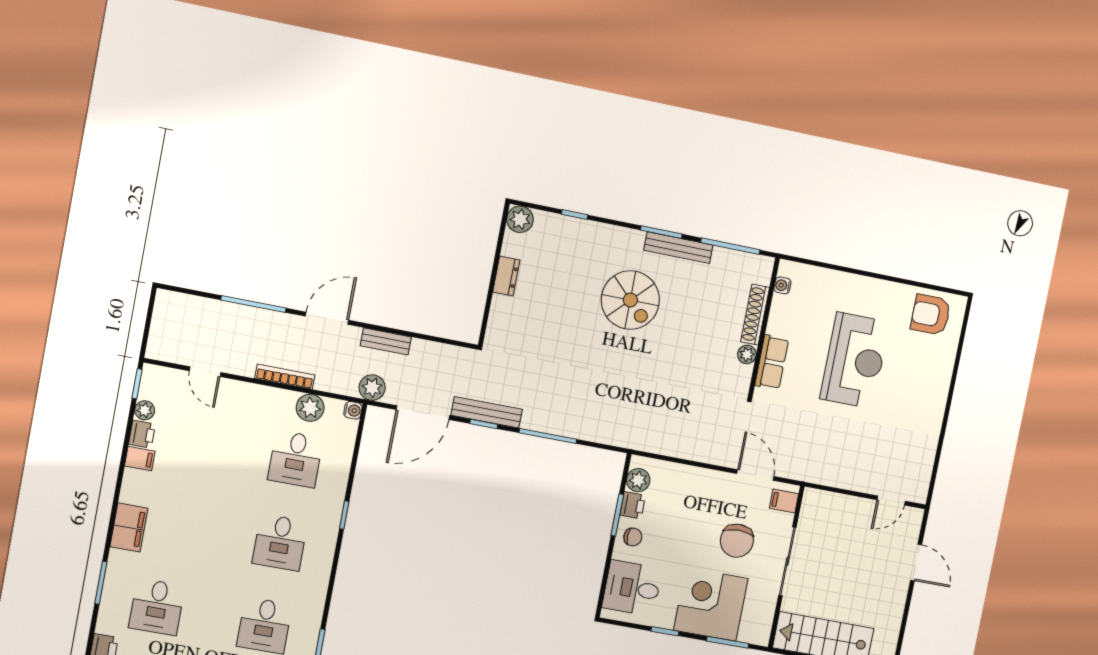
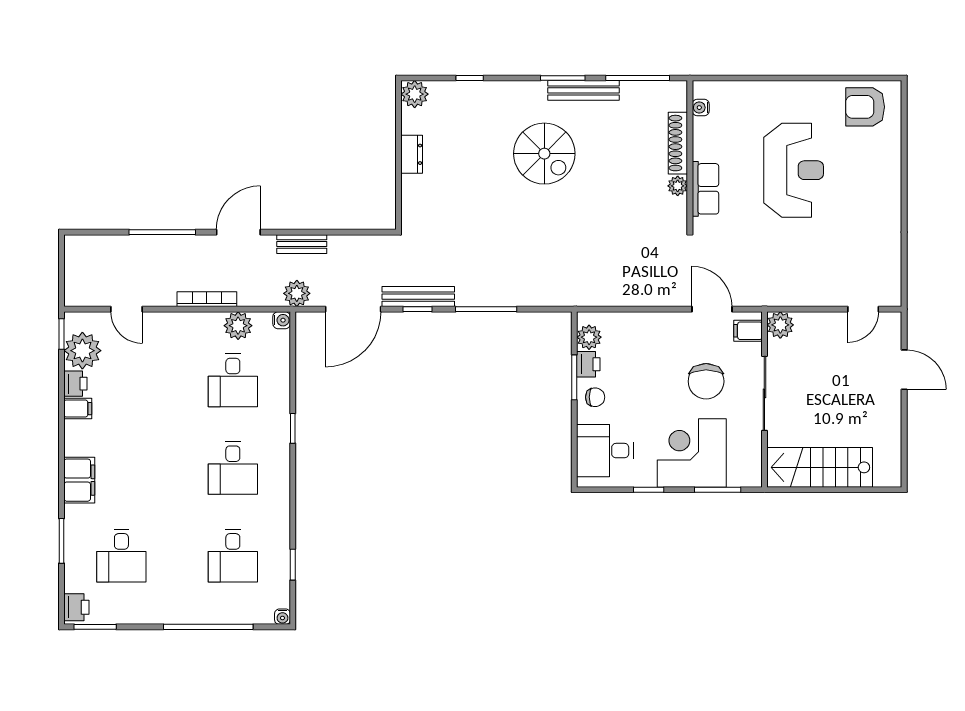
plant: (145, 410) -> (82, 351), width x1.87, depth x1.87
plant: (814, 501) -> (780, 325), added

